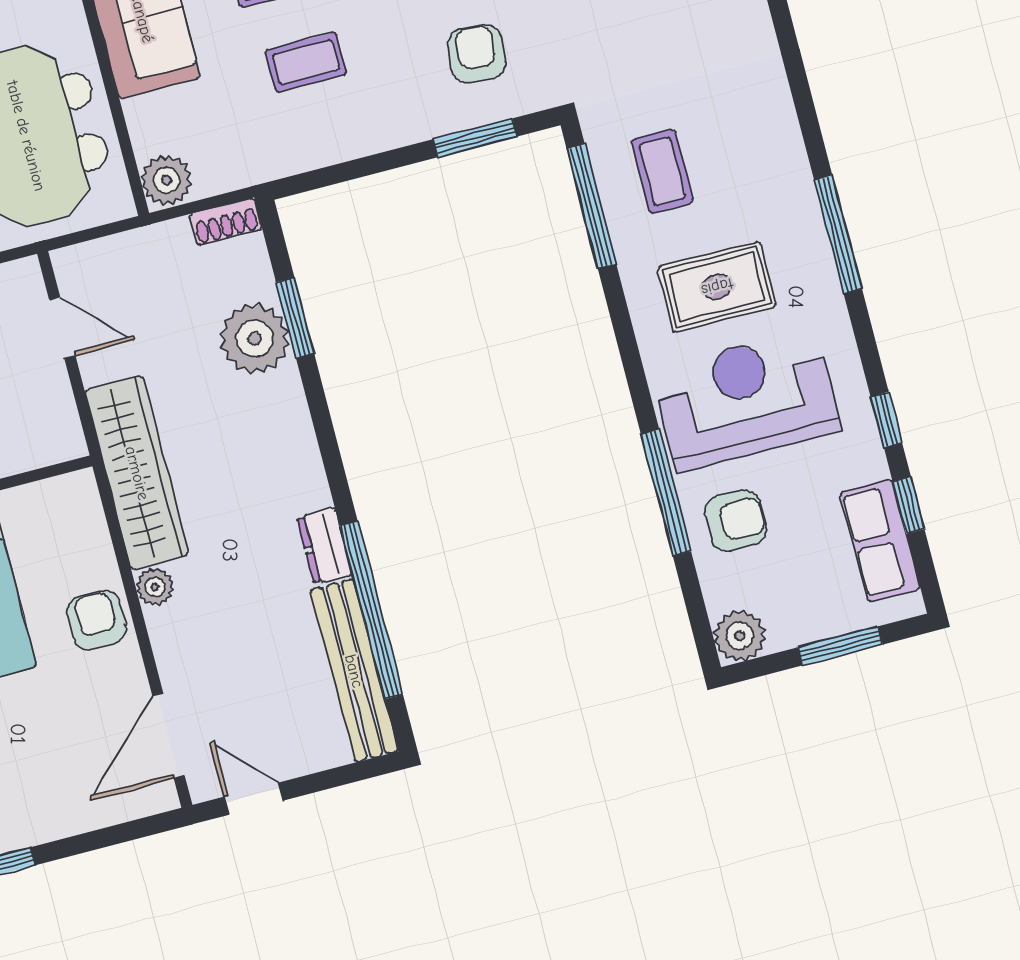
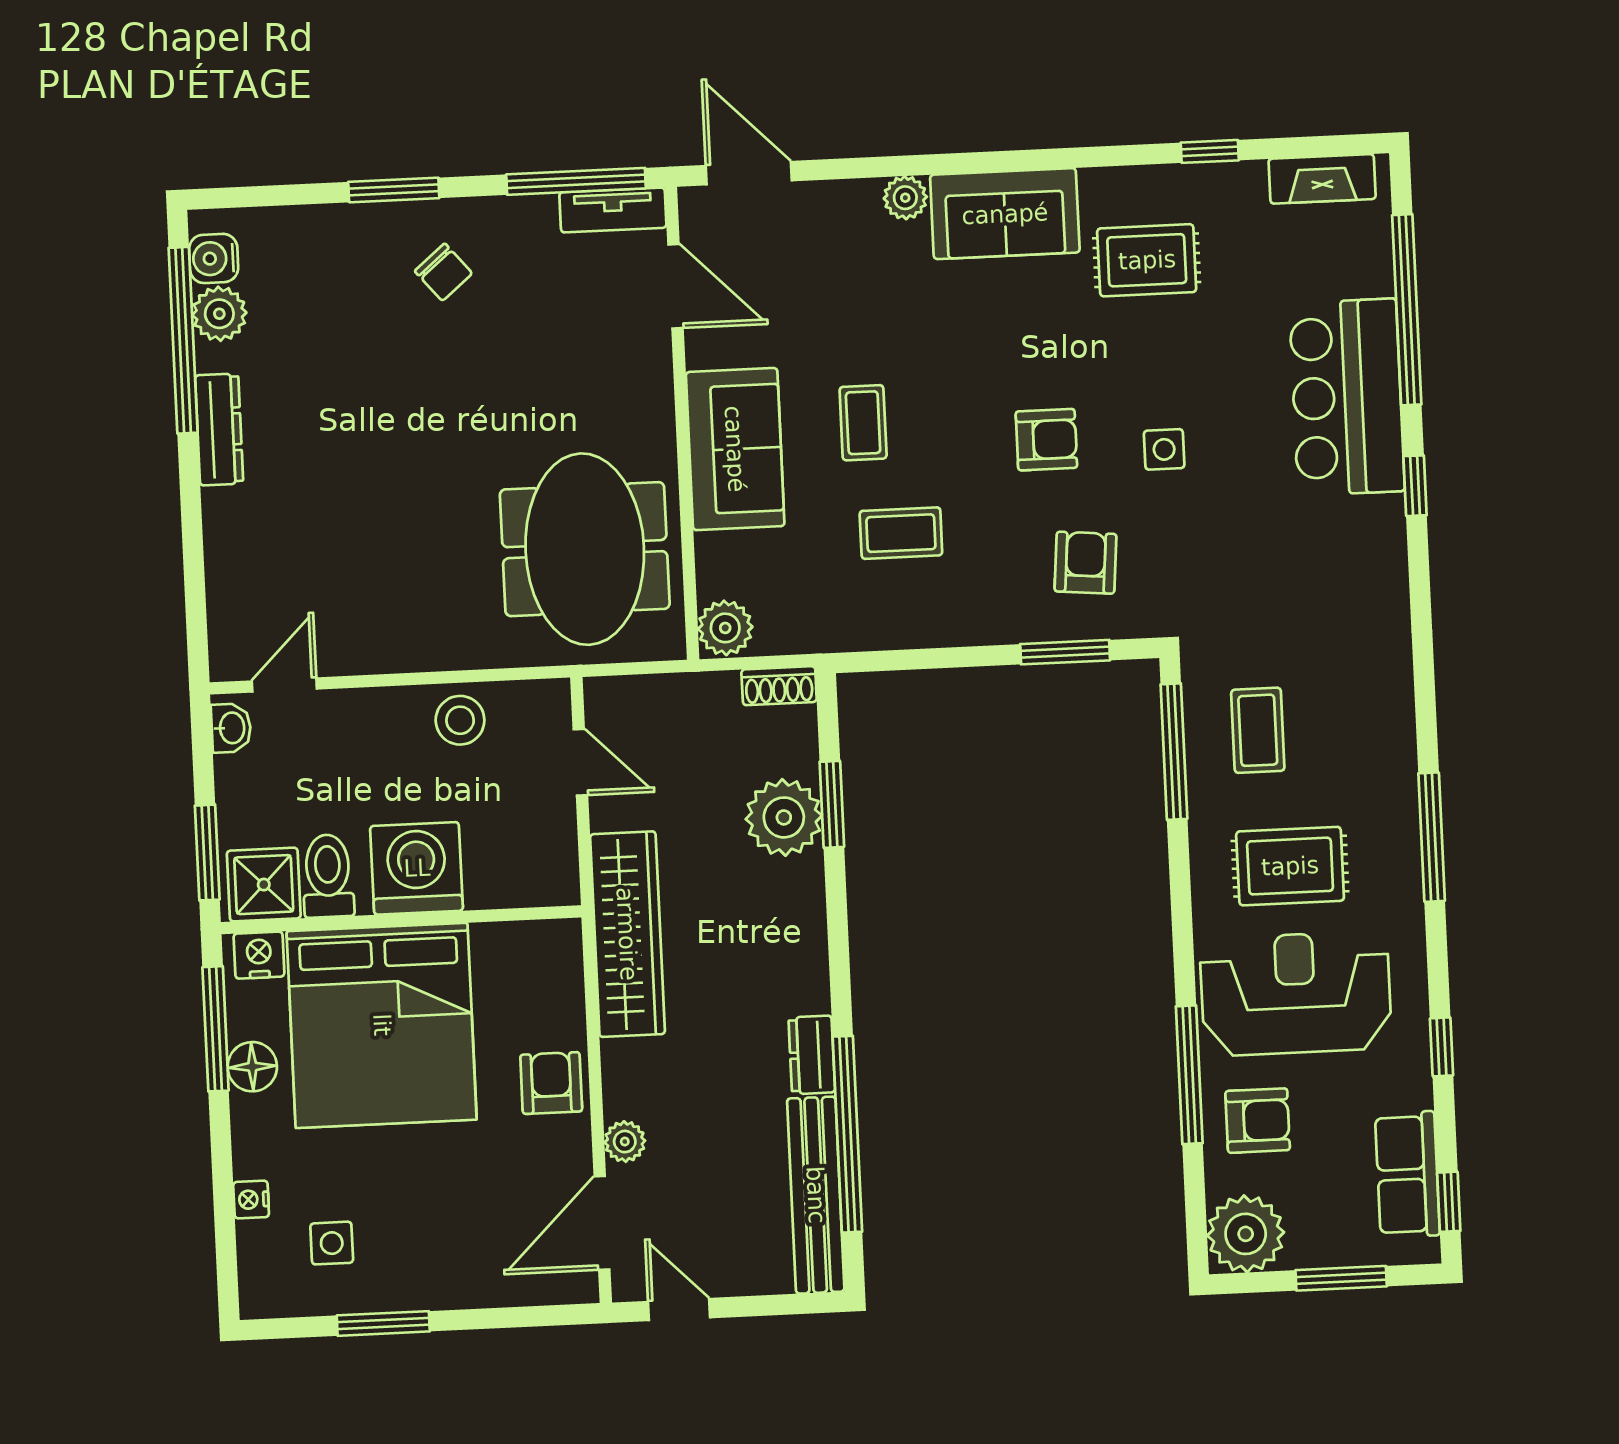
window: (909, 505) -> (1449, 1202), moved
plant: (155, 587) -> (625, 1142), moved
plant: (740, 636) -> (1246, 1234), width x1.36, depth x1.36

